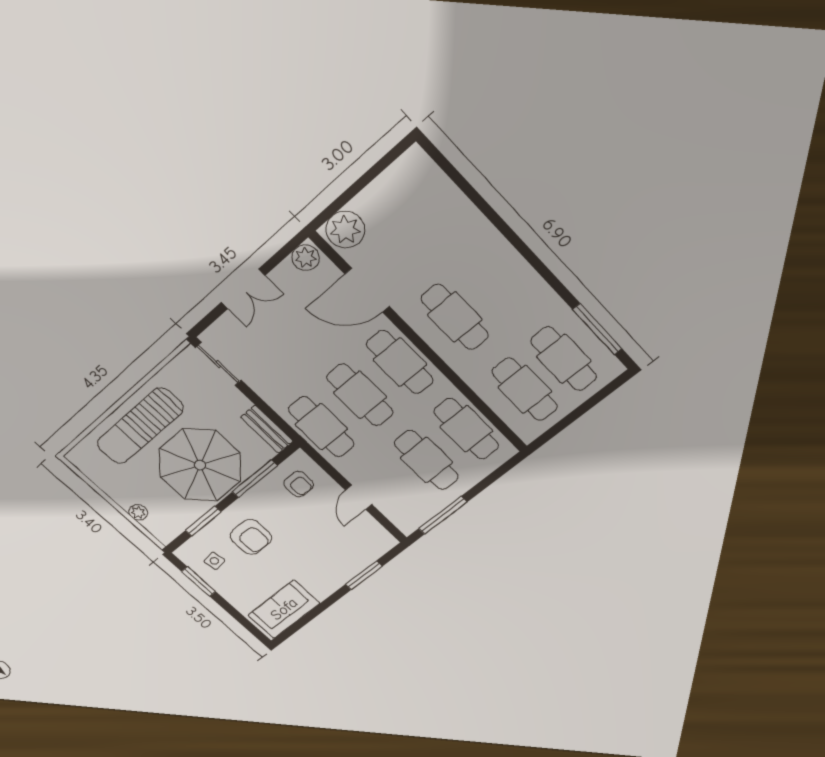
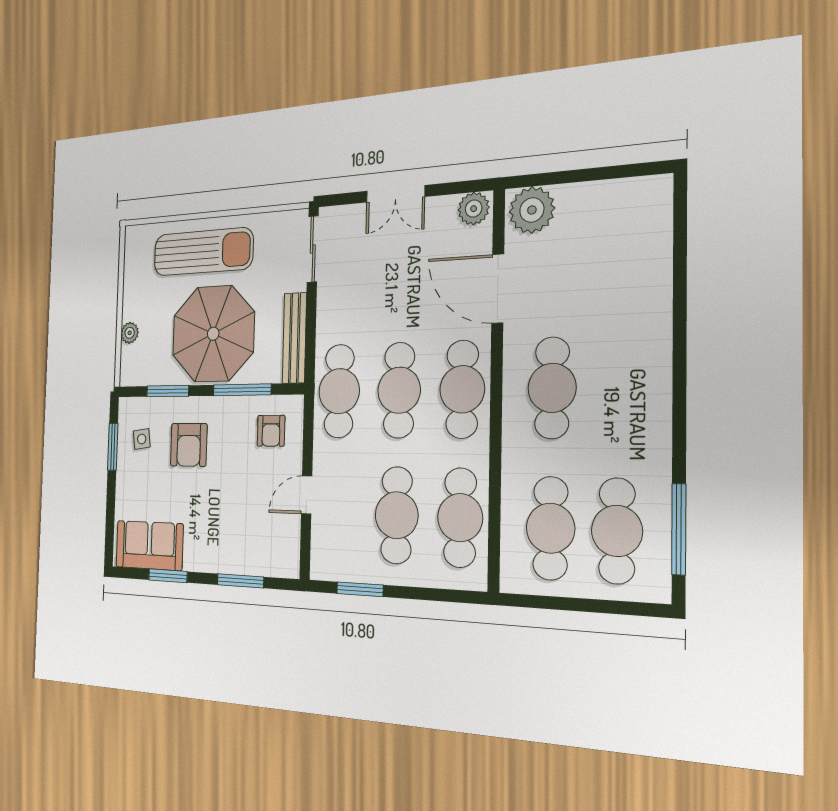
sun lounger: (140, 426) -> (203, 252), turned 180
bench: (267, 429) -> (294, 338), width x1.36
window: (443, 515) -> (360, 589), width x0.69
window: (314, 613) -> (168, 576), added

